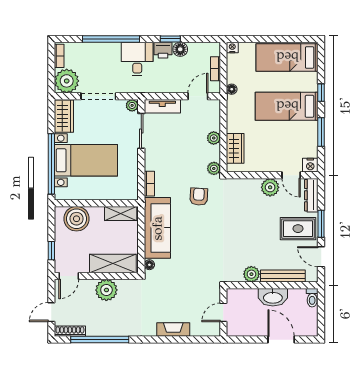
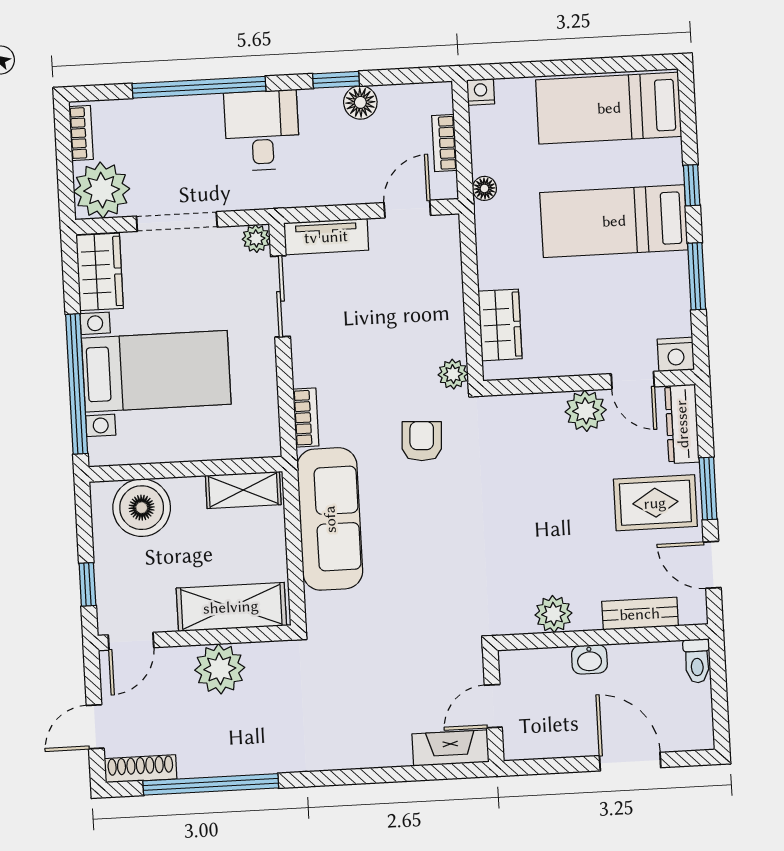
printer: (163, 50) -> (321, 106), removed
plant: (214, 138) -> (449, 304), removed
floor lamp: (149, 265) -> (316, 605), removed
bench: (283, 276) -> (640, 614), width x0.73
washbasin: (273, 297) -> (589, 659), width x0.52, depth x0.69
fireplace: (173, 329) -> (450, 748), moved

